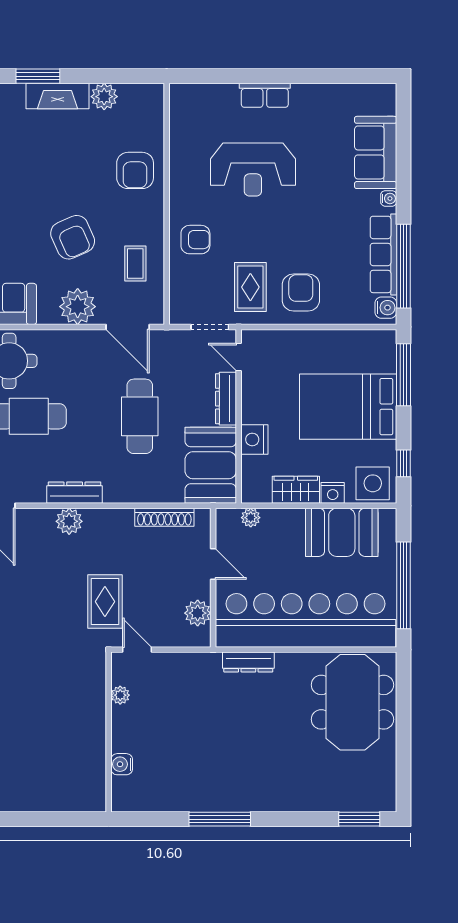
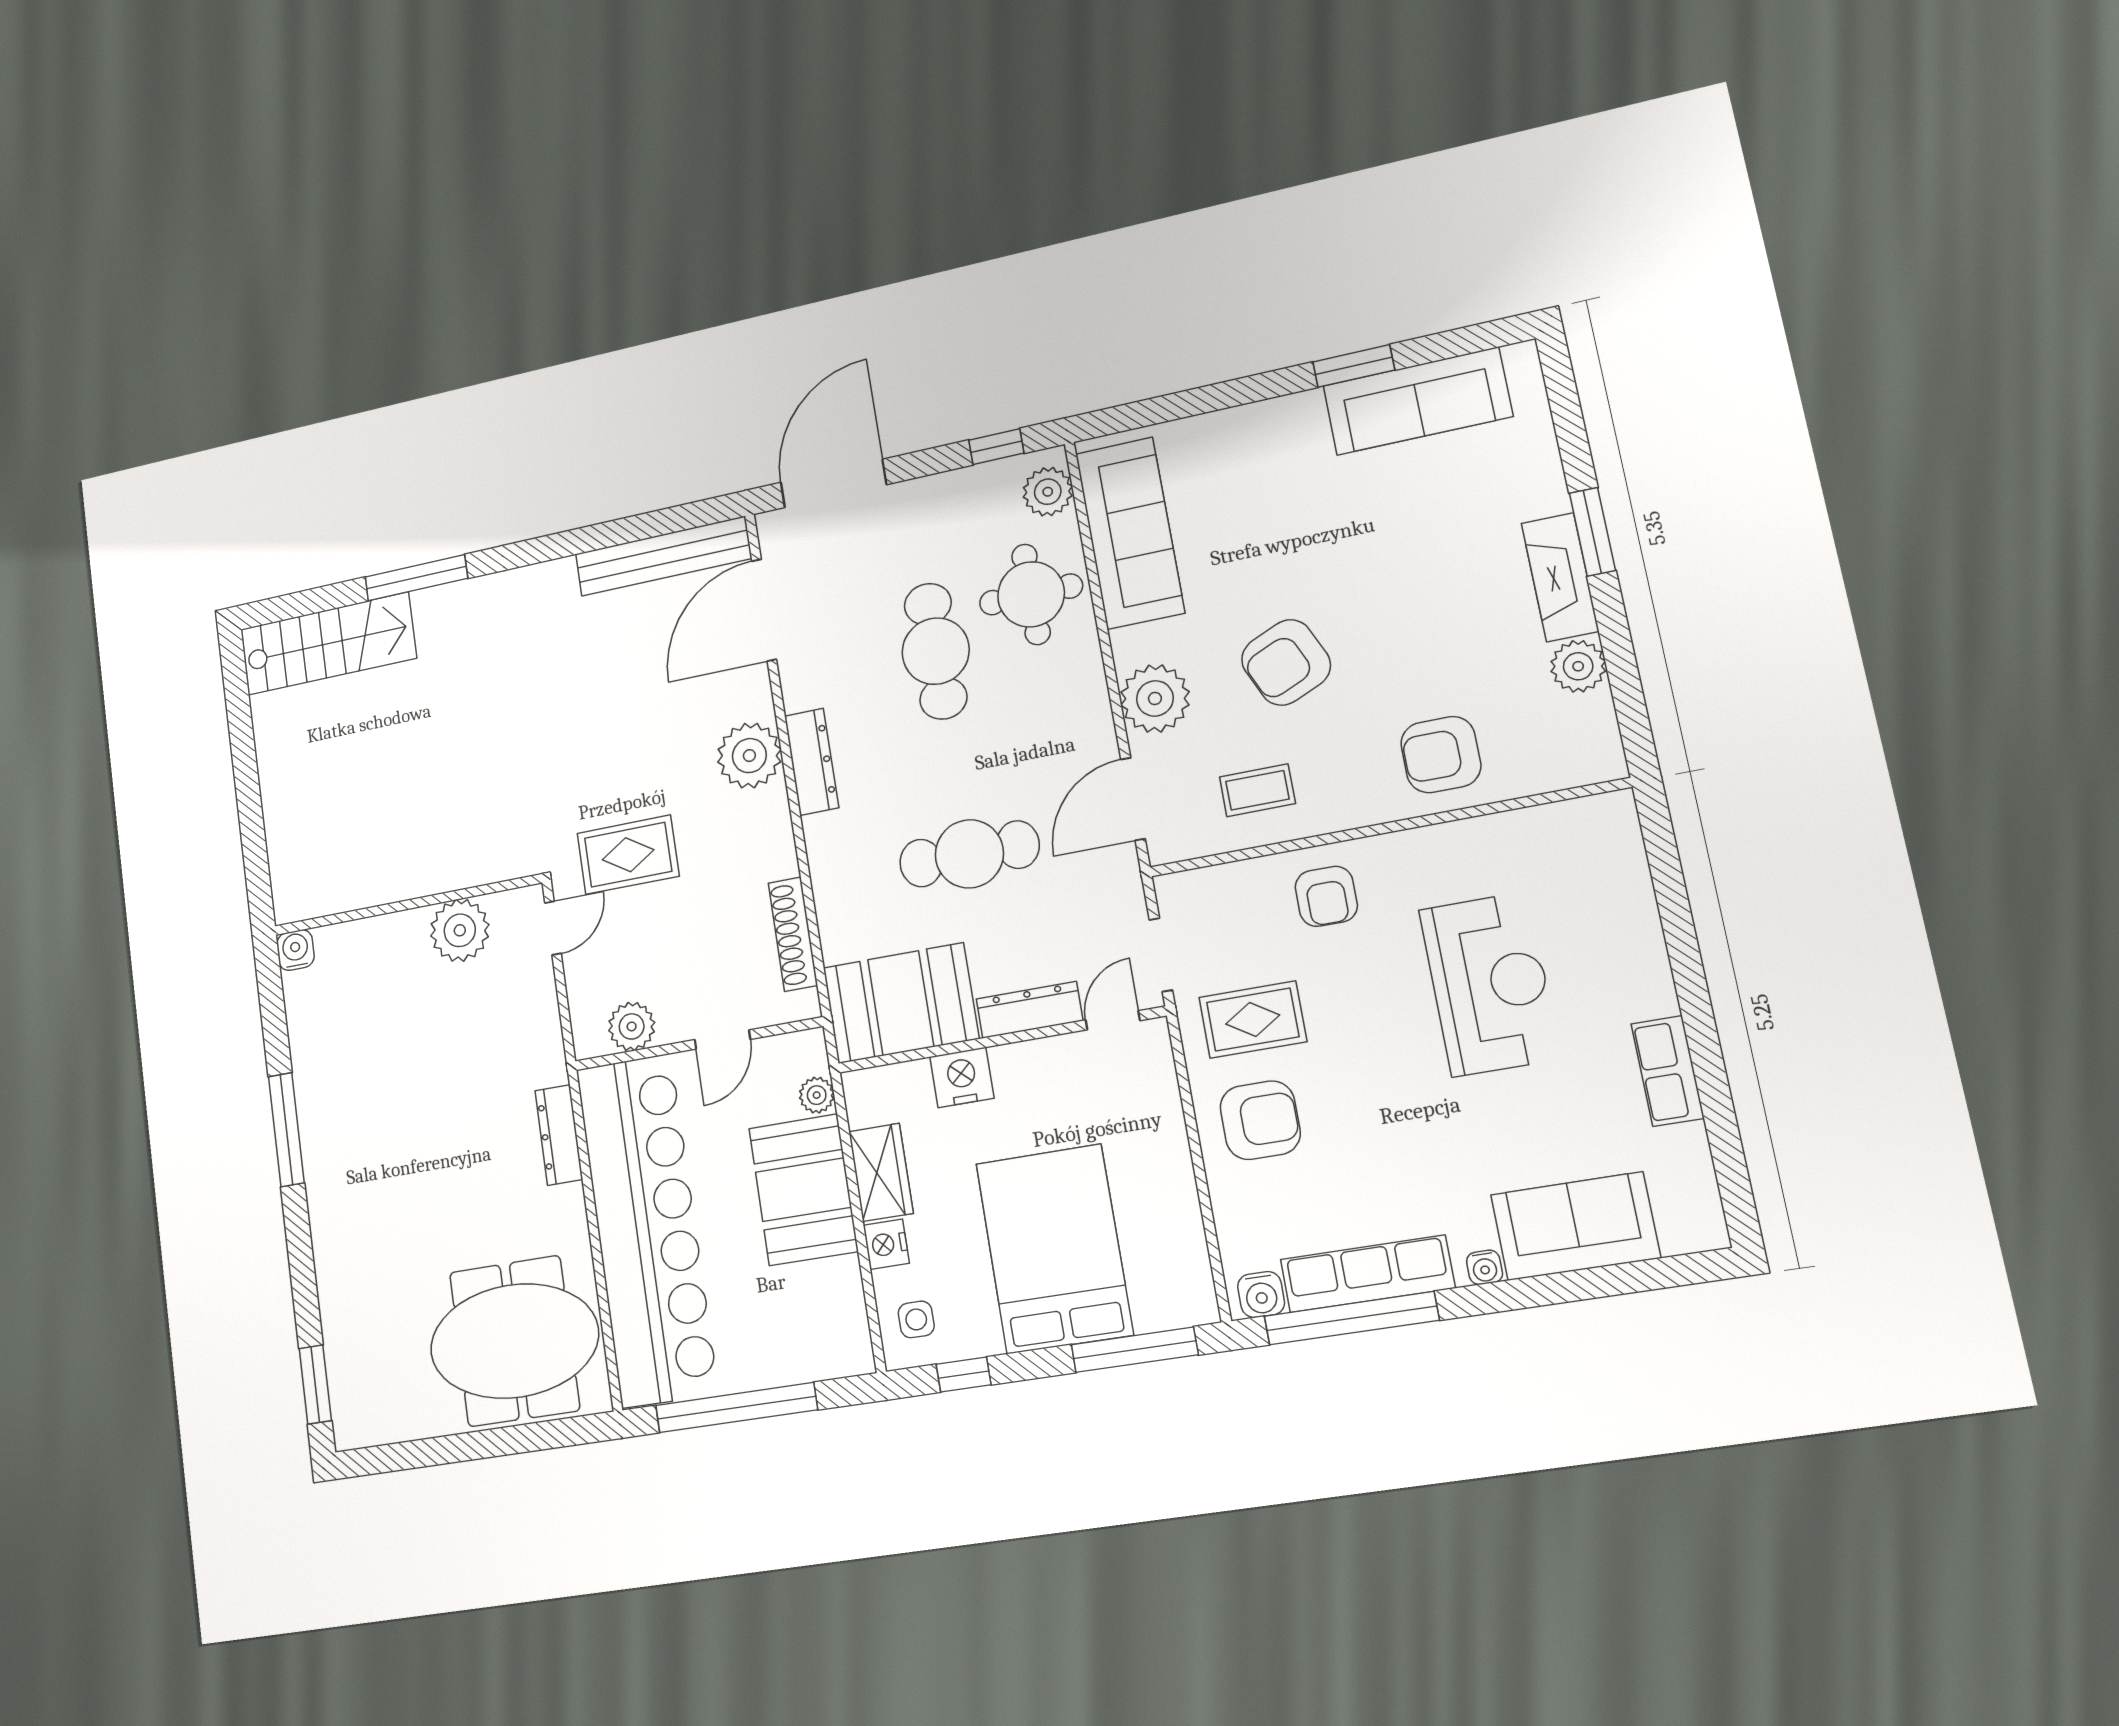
row of seats: (265, 95) -> (1668, 1071), moved
reception desk: (253, 169) -> (1489, 984), turned 180
side table: (373, 483) -> (916, 1319), width x0.54, depth x0.54
plant: (69, 521) -> (749, 756), width x1.36, depth x1.36
booth: (342, 532) -> (803, 1190), moved
plant: (120, 695) -> (460, 930), width x1.88, depth x1.88
water cooler: (122, 764) -> (295, 950), moved

